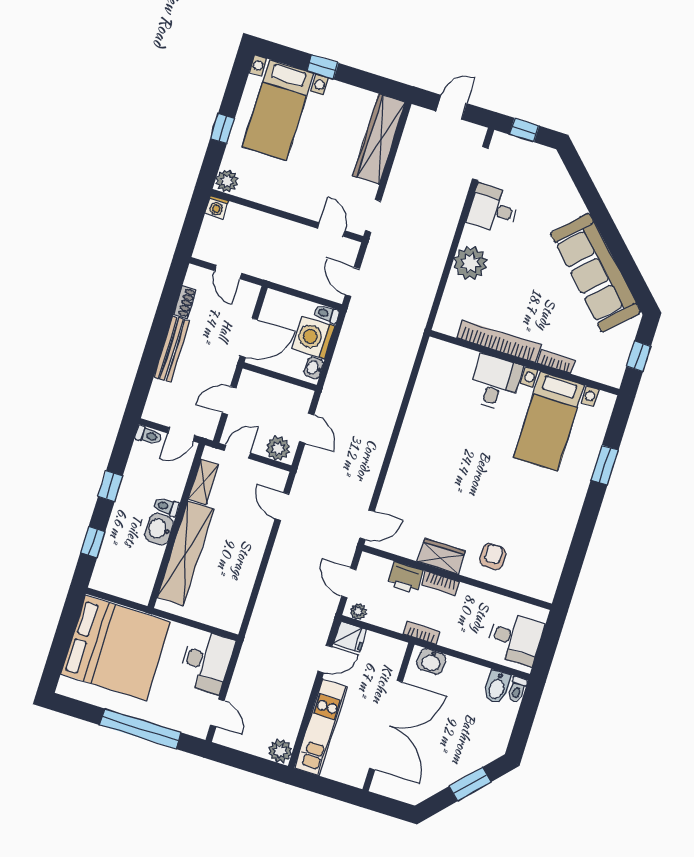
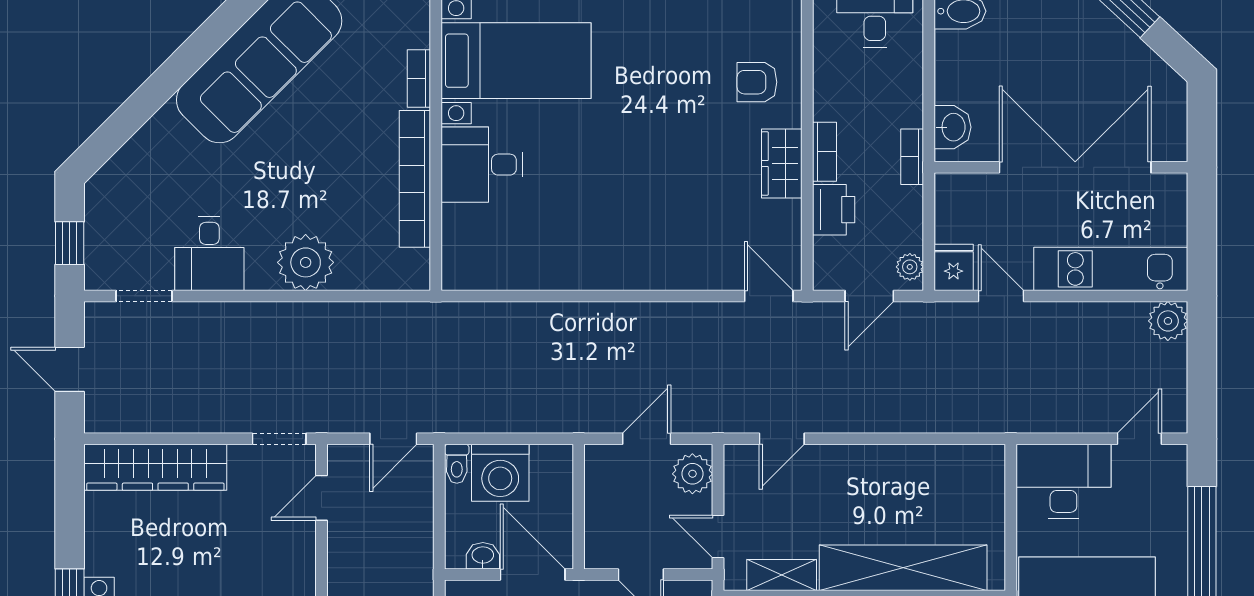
washbasin: (314, 368) -> (483, 556), moved, turned 180

